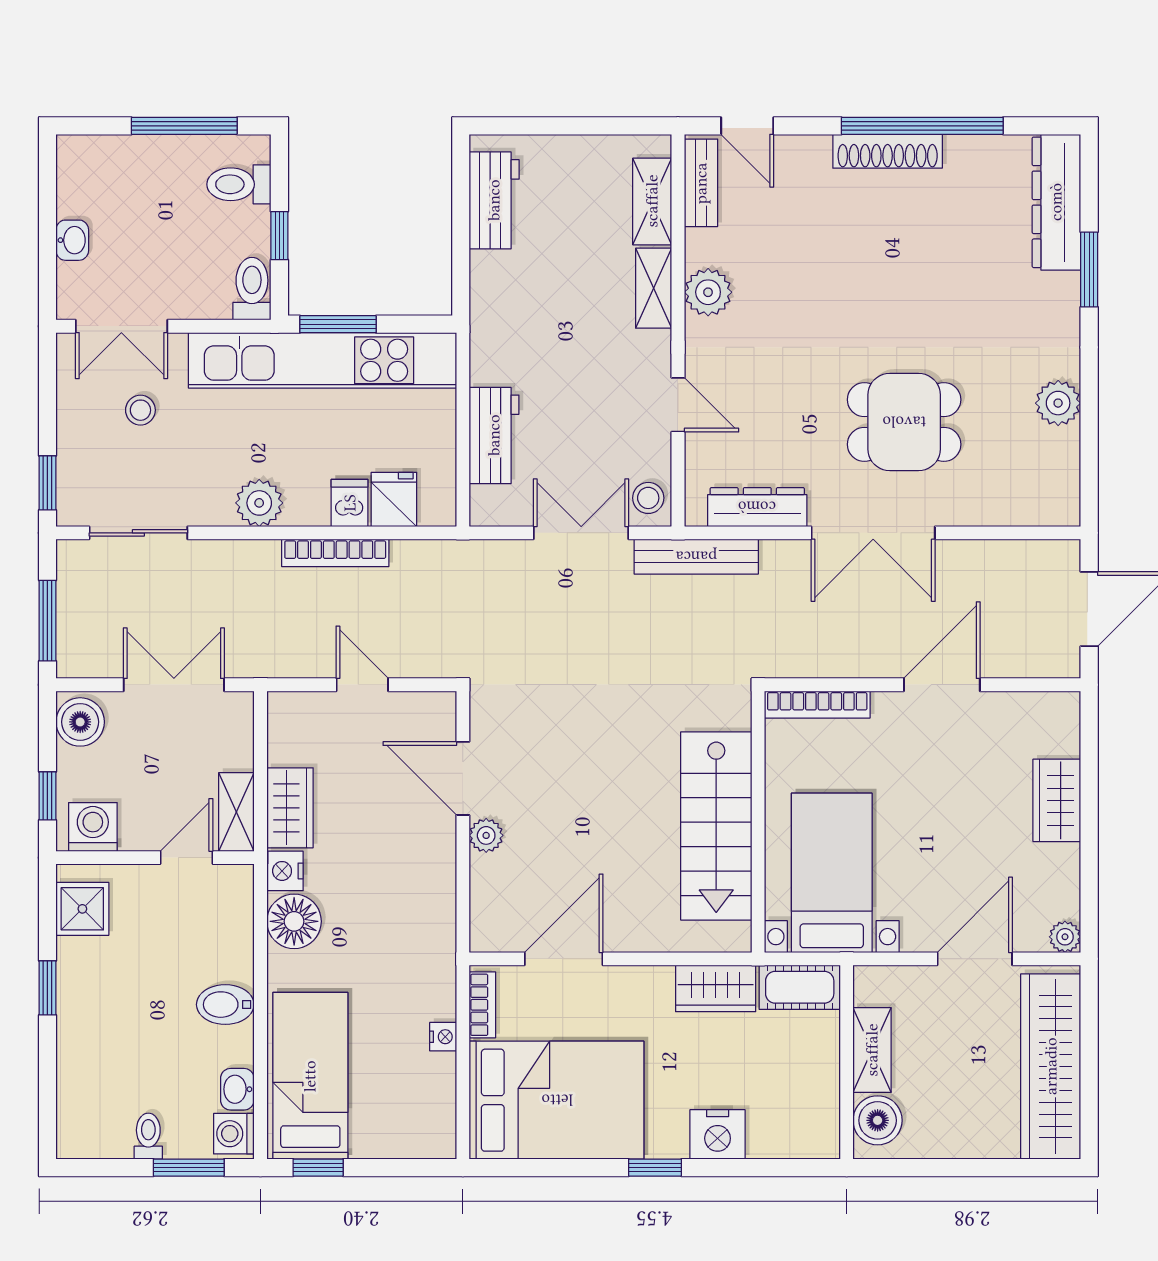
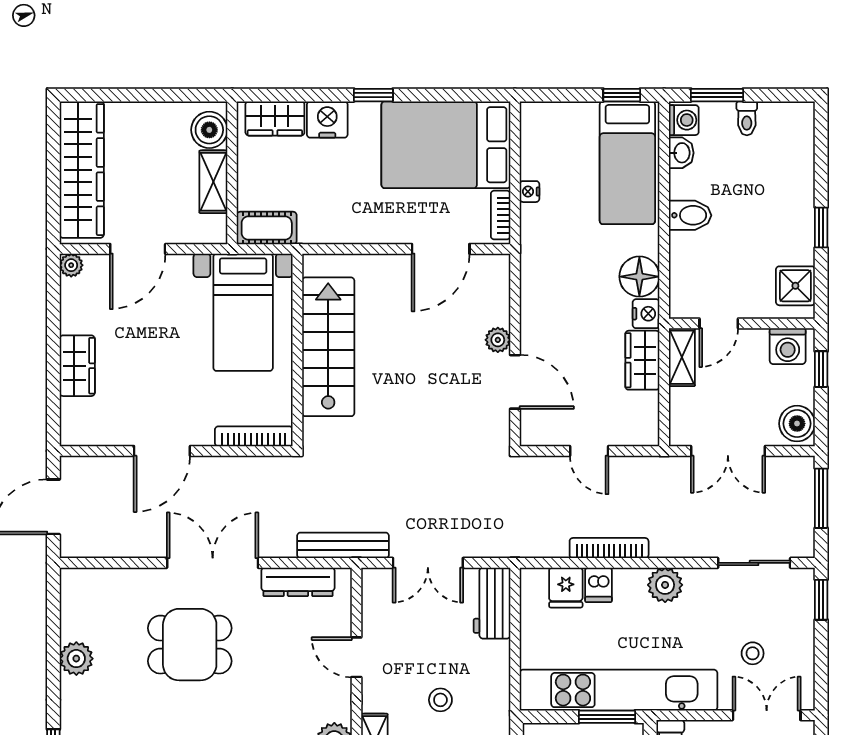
workbench: (494, 435) -> (492, 603), moved
stool: (648, 498) -> (440, 700), moved
wardrobe: (716, 988) -> (275, 118), moved, turned 180

